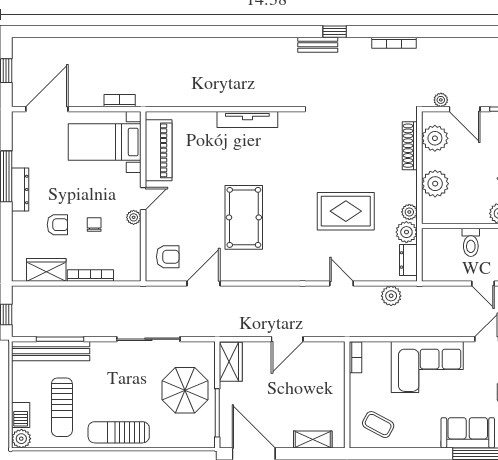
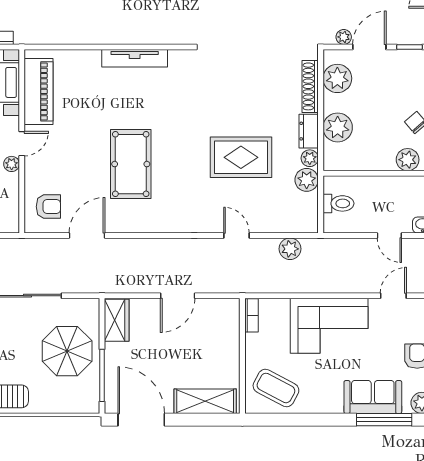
door: (465, 109) -> (369, 47), swing flipped
toilet: (471, 242) -> (338, 203), moved, turned -90
dresser: (408, 260) -> (309, 131), moved
coffee table: (378, 425) -> (276, 388), width x1.36, depth x1.30
shelving: (313, 440) -> (205, 401), width x1.50, depth x1.33

